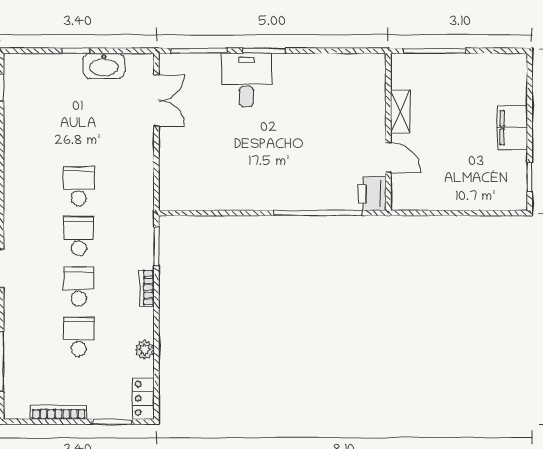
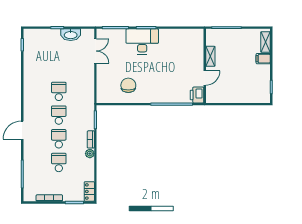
desk: (246, 80) -> (142, 41), width x1.37
shelving: (517, 81) -> (266, 42), added
filing cabinet: (512, 128) -> (263, 59), width x0.50
door: (388, 158) -> (205, 78), hinge flipped
chair: (226, 173) -> (128, 85), added
plant: (144, 350) -> (90, 154), moved

